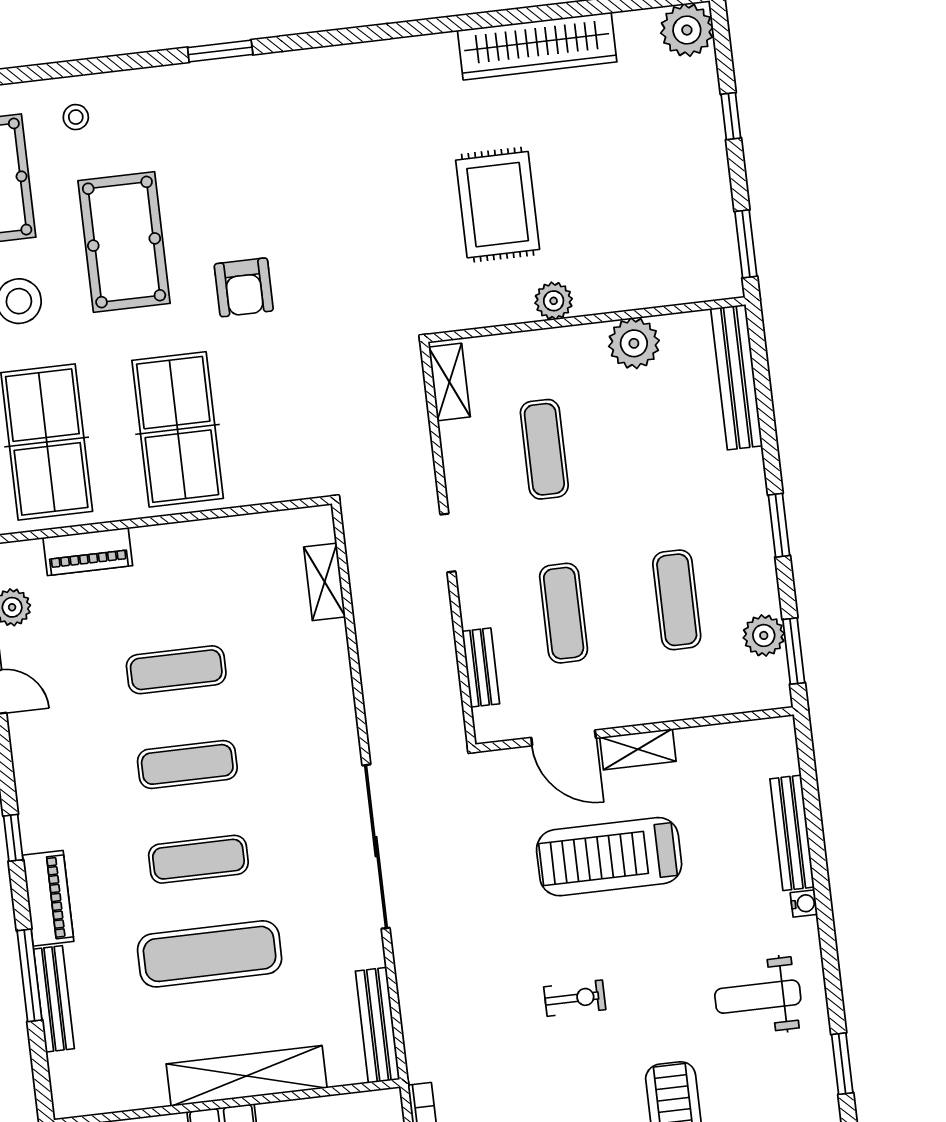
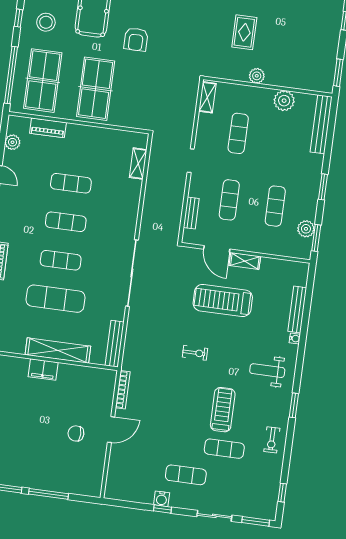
rug: (498, 205) -> (244, 32), width x0.73, depth x0.70

